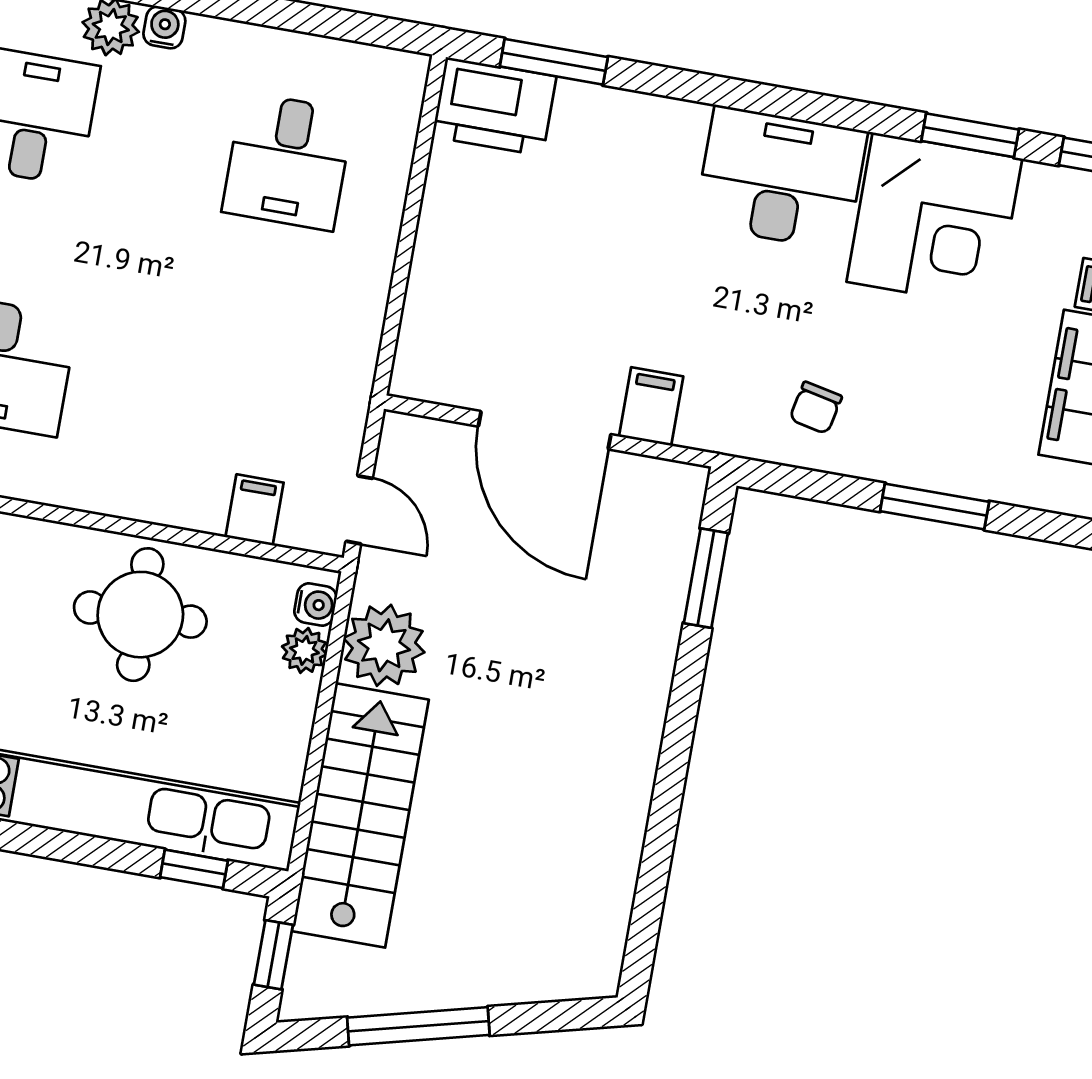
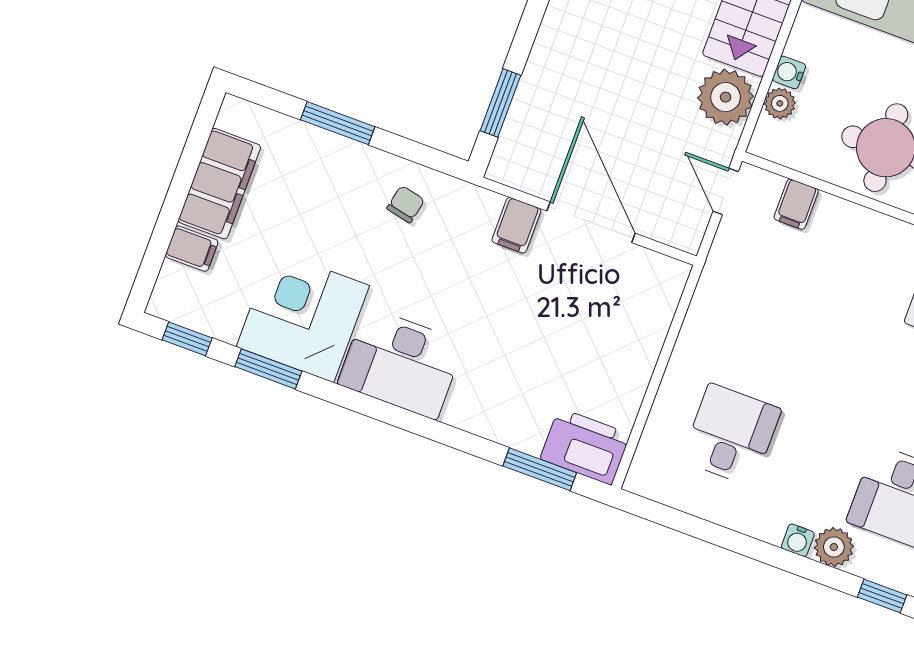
water cooler: (315, 604) -> (789, 72), moved

